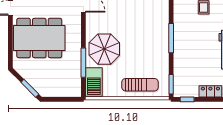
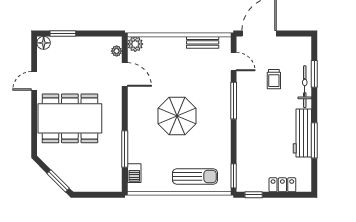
window: (171, 38) -> (234, 101), moved
parasol: (104, 49) -> (177, 116), moved
barbecue: (94, 82) -> (134, 173), width x0.53, depth x0.65

